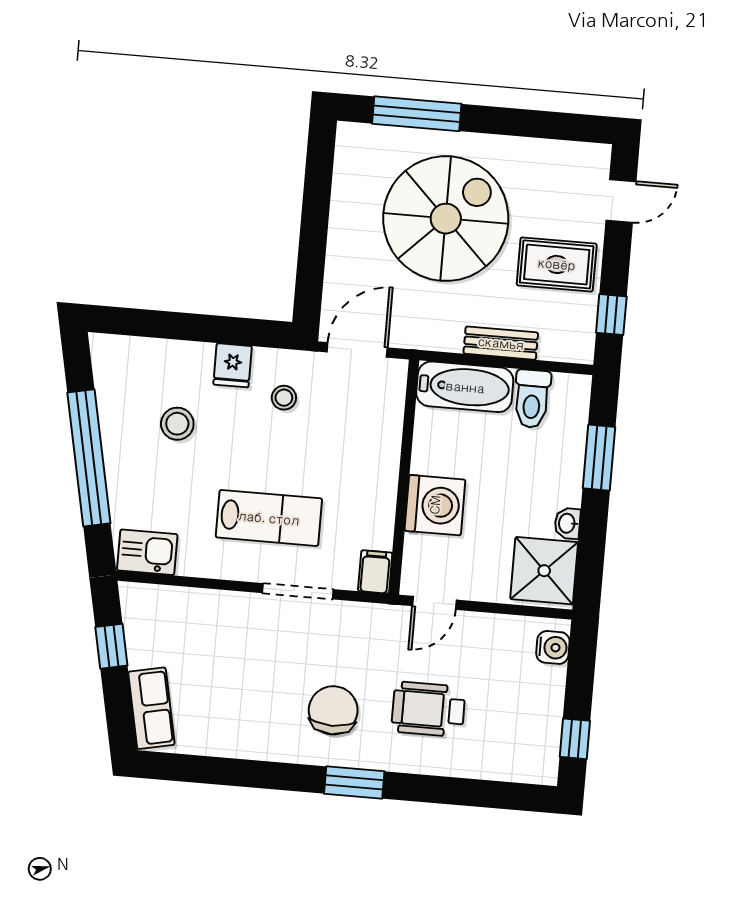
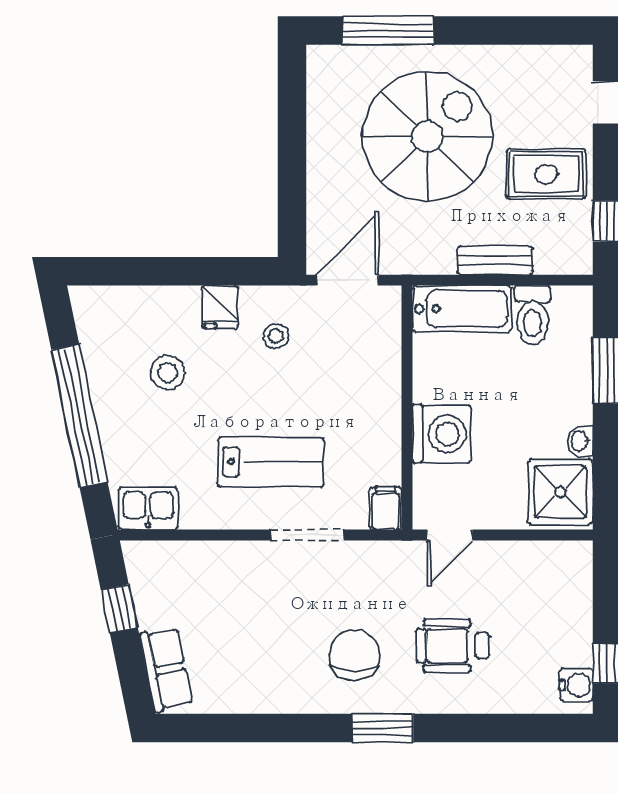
water cooler: (553, 647) -> (576, 685), moved

